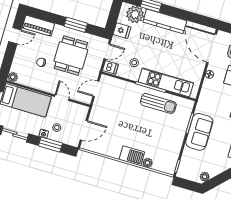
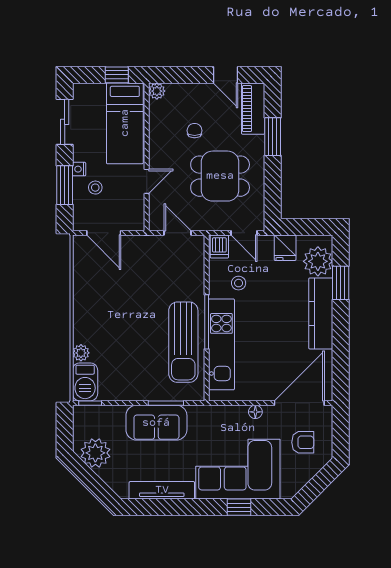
window: (76, 25) -> (273, 137), moved
sun lounger: (158, 103) -> (183, 342), width x1.36, depth x1.34
barbecue: (132, 156) -> (85, 382), moved
plant: (205, 177) -> (95, 453), width x1.88, depth x1.88

